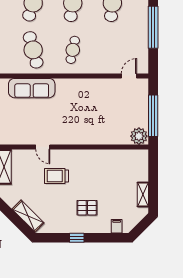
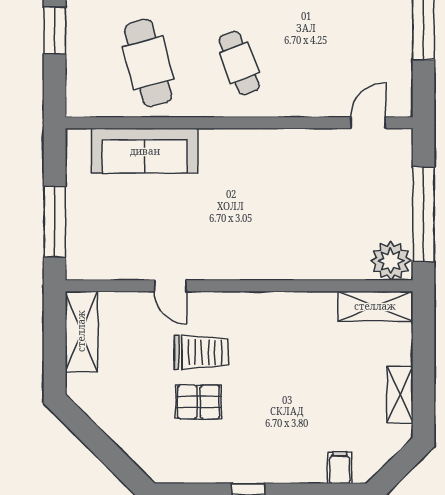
cafe table: (73, 50) -> (239, 63), turned -33
trolley: (56, 176) -> (202, 352), turned 180
pallet: (87, 208) -> (199, 402), moved
shelving: (28, 216) -> (375, 306), moved, turned -45

